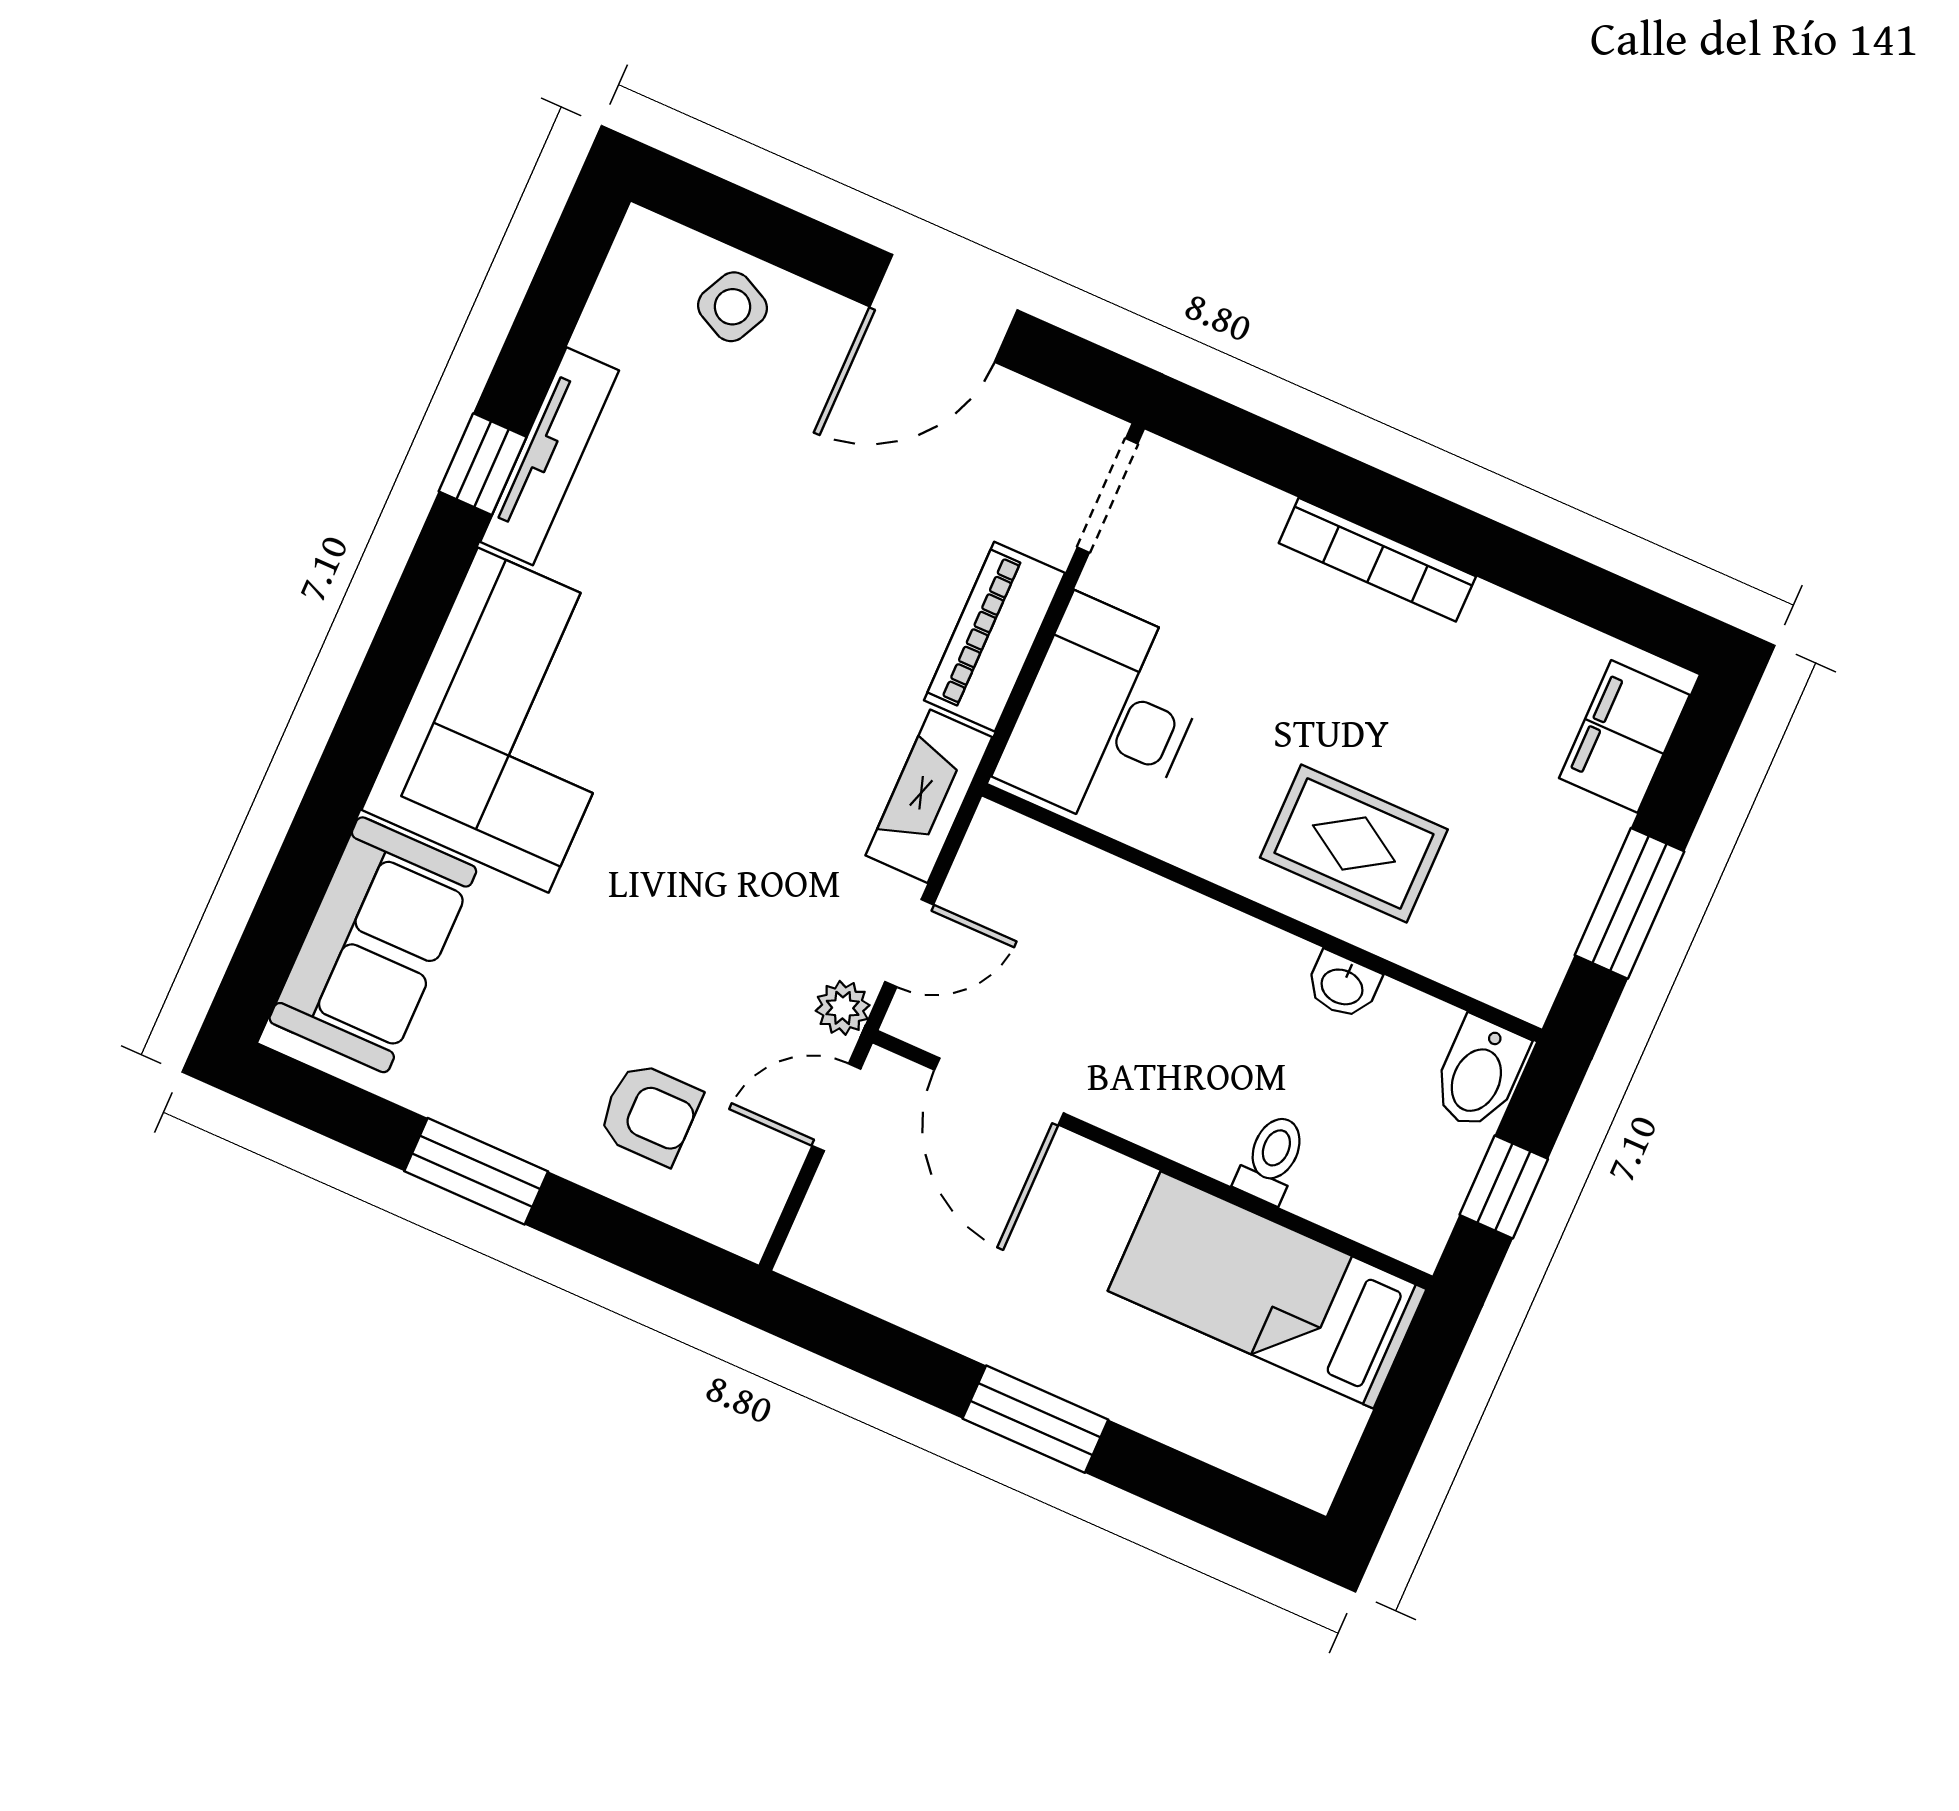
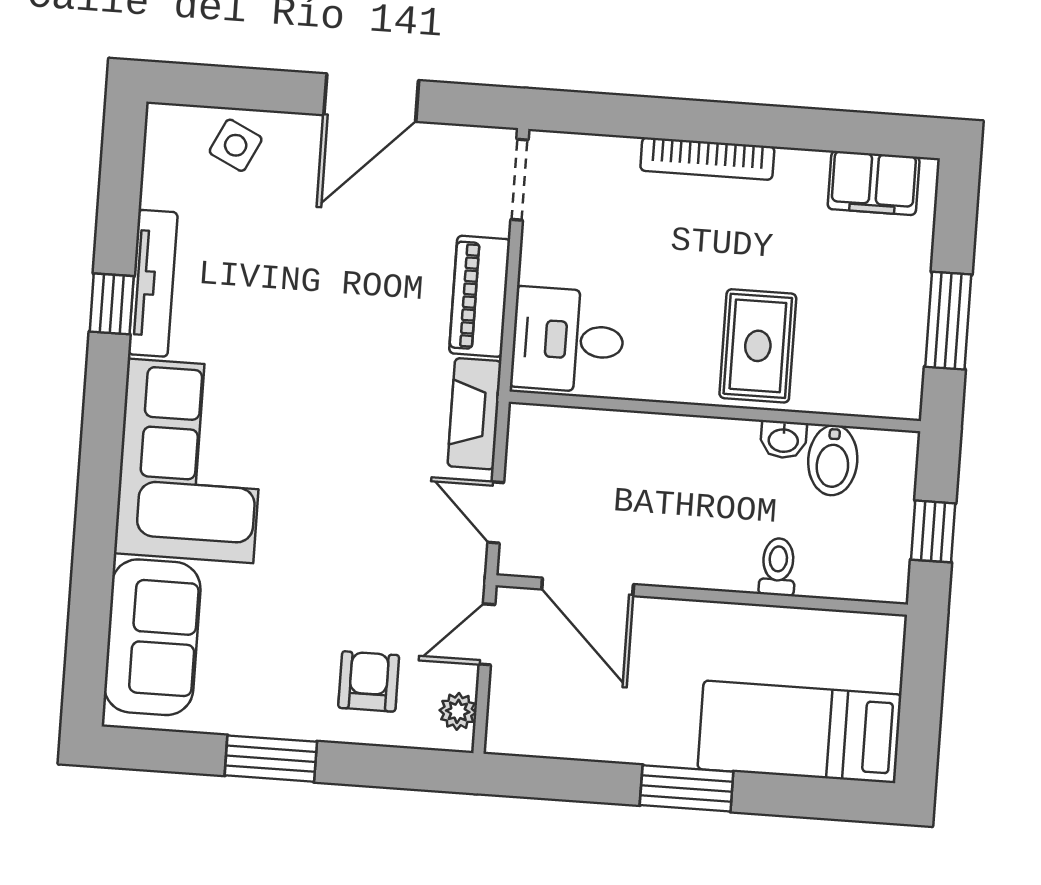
desk: (1106, 716) -> (568, 340), width x0.73
filing cabinet: (1624, 736) -> (874, 183), moved, turned -90
rug: (1354, 843) -> (758, 346), turned 90
door: (909, 943) -> (496, 512), swing flipped
plant: (843, 1008) -> (458, 711), moved
bidet: (1479, 1073) -> (833, 460), moved
armchair: (650, 1113) -> (369, 681), turned -90
bed: (1267, 1290) -> (799, 732), moved

